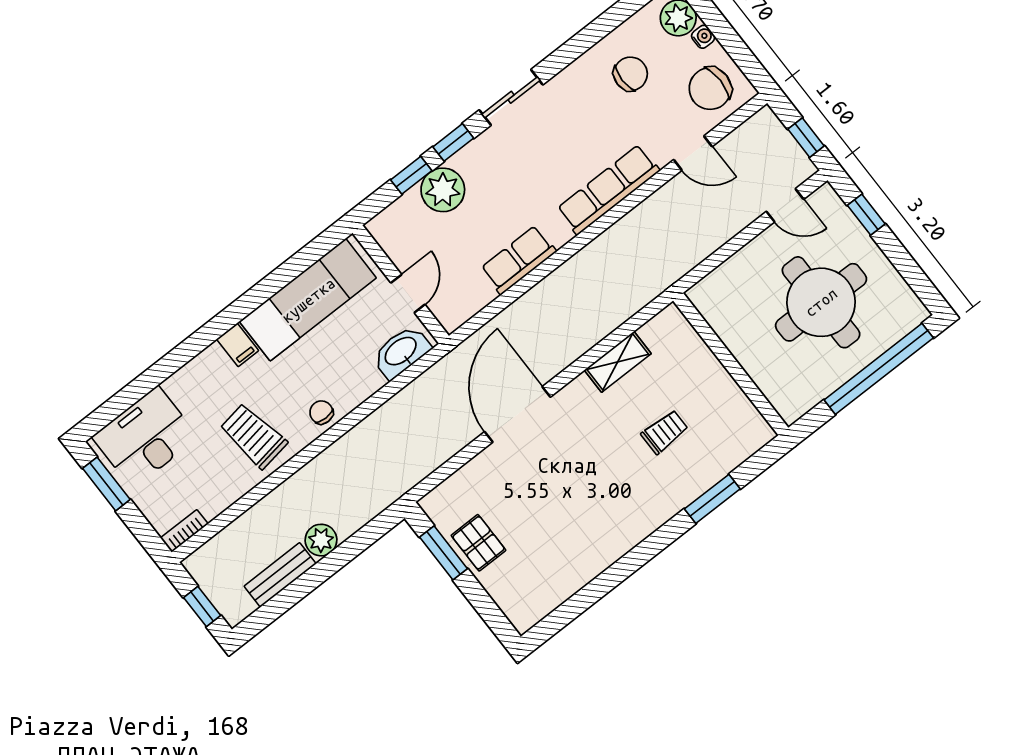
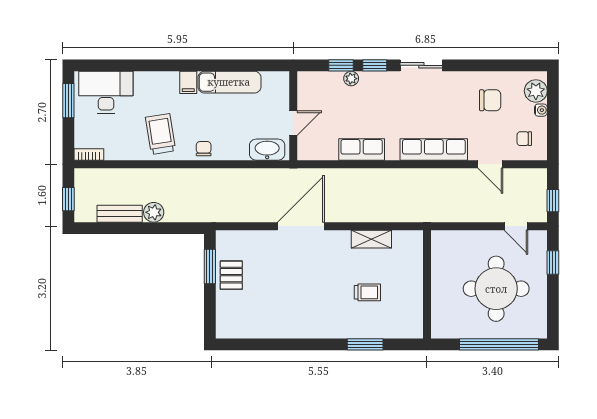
chair: (710, 89) -> (524, 139), width x0.54, depth x0.54
plant: (443, 190) -> (351, 79), width x0.53, depth x0.53
exam couch: (308, 300) -> (229, 82), width x0.73, depth x0.69

